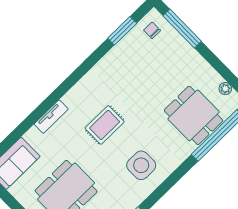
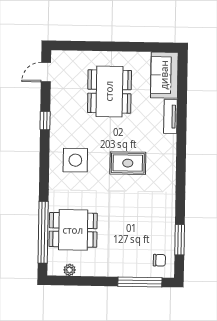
tv unit: (51, 117) -> (170, 117), moved
rug: (105, 125) -> (128, 163), turned 90

